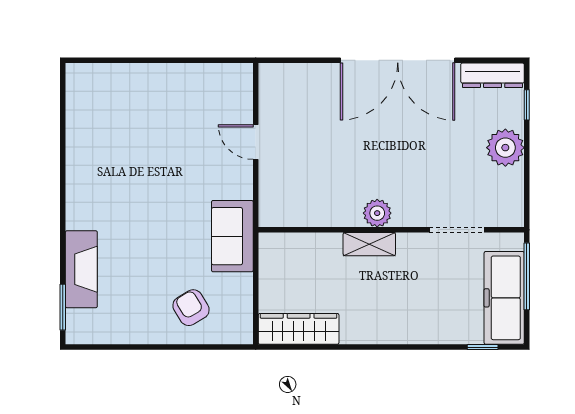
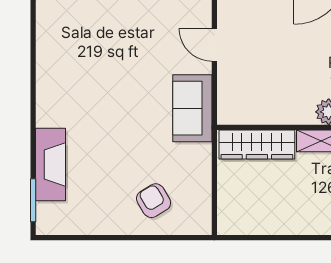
sofa: (232, 236) -> (192, 108), moved
wardrobe: (299, 329) -> (257, 144), moved, turned 180

